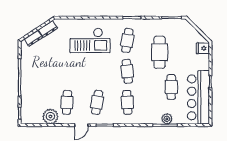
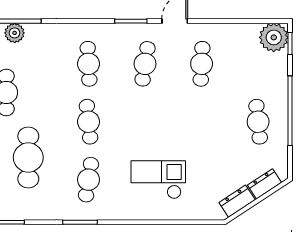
checkout: (90, 40) -> (158, 180), width x0.73, depth x0.83
cafe table: (37, 71) -> (258, 122), added
plant: (50, 116) -> (274, 37), moved

